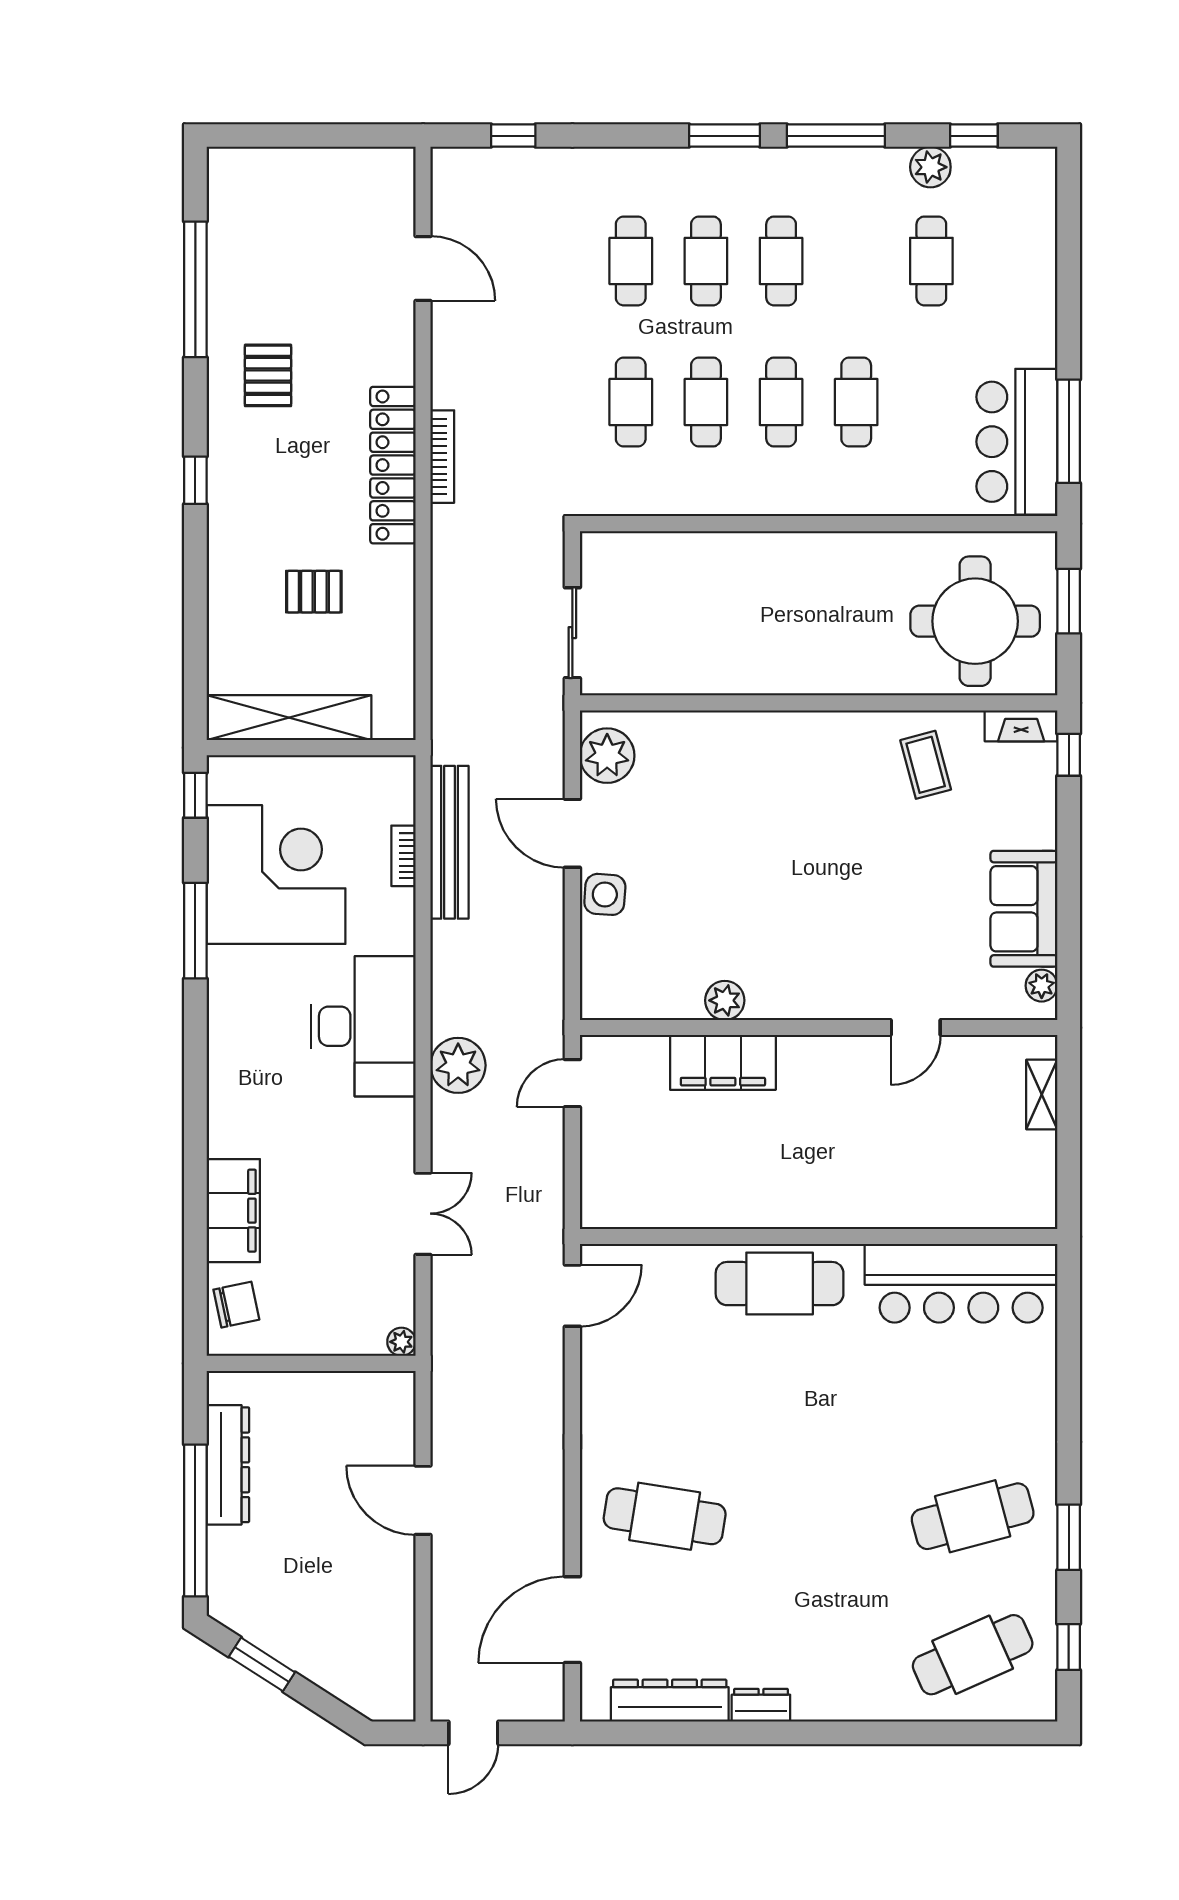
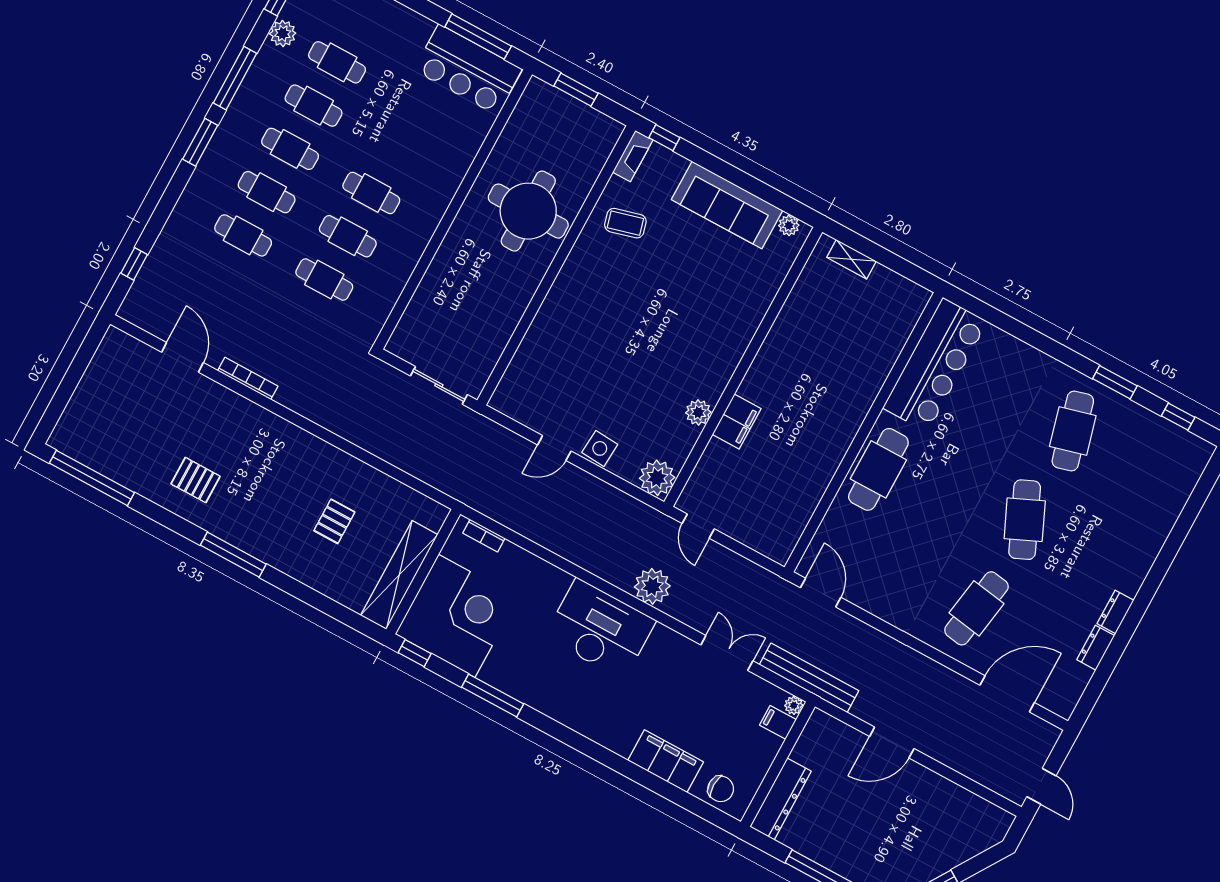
door: (423, 269) -> (183, 357), hinge flipped
window: (195, 289) -> (92, 478), moved
cafe table: (856, 402) -> (314, 106), moved
bookcase: (442, 457) -> (248, 378), moved
locker: (393, 465) -> (286, 436), removed
window: (195, 480) -> (233, 555), width x2.17
round table: (975, 621) -> (528, 211), moved
plant: (607, 756) -> (657, 478), moved
door: (572, 833) -> (554, 448), width x0.73
bench: (450, 842) -> (809, 678), moved
bookcase: (403, 856) -> (484, 536), moved
corner desk: (276, 874) -> (457, 616), moved, turned 90
sofa: (1024, 909) -> (727, 205), width x1.36
door: (916, 1028) -> (774, 311), removed
filing cabinet: (723, 1062) -> (737, 422), width x0.67, depth x0.86
chair: (236, 1305) -> (721, 789), turned 102
filing cabinet: (367, 1333) -> (778, 722), added
dresser: (228, 1465) -> (781, 799), moved, turned 90
door: (572, 1620) -> (1007, 694), swing flipped
cafe table: (973, 1655) -> (1025, 520), moved
dresser: (670, 1701) -> (1096, 648), width x0.51, depth x0.80

